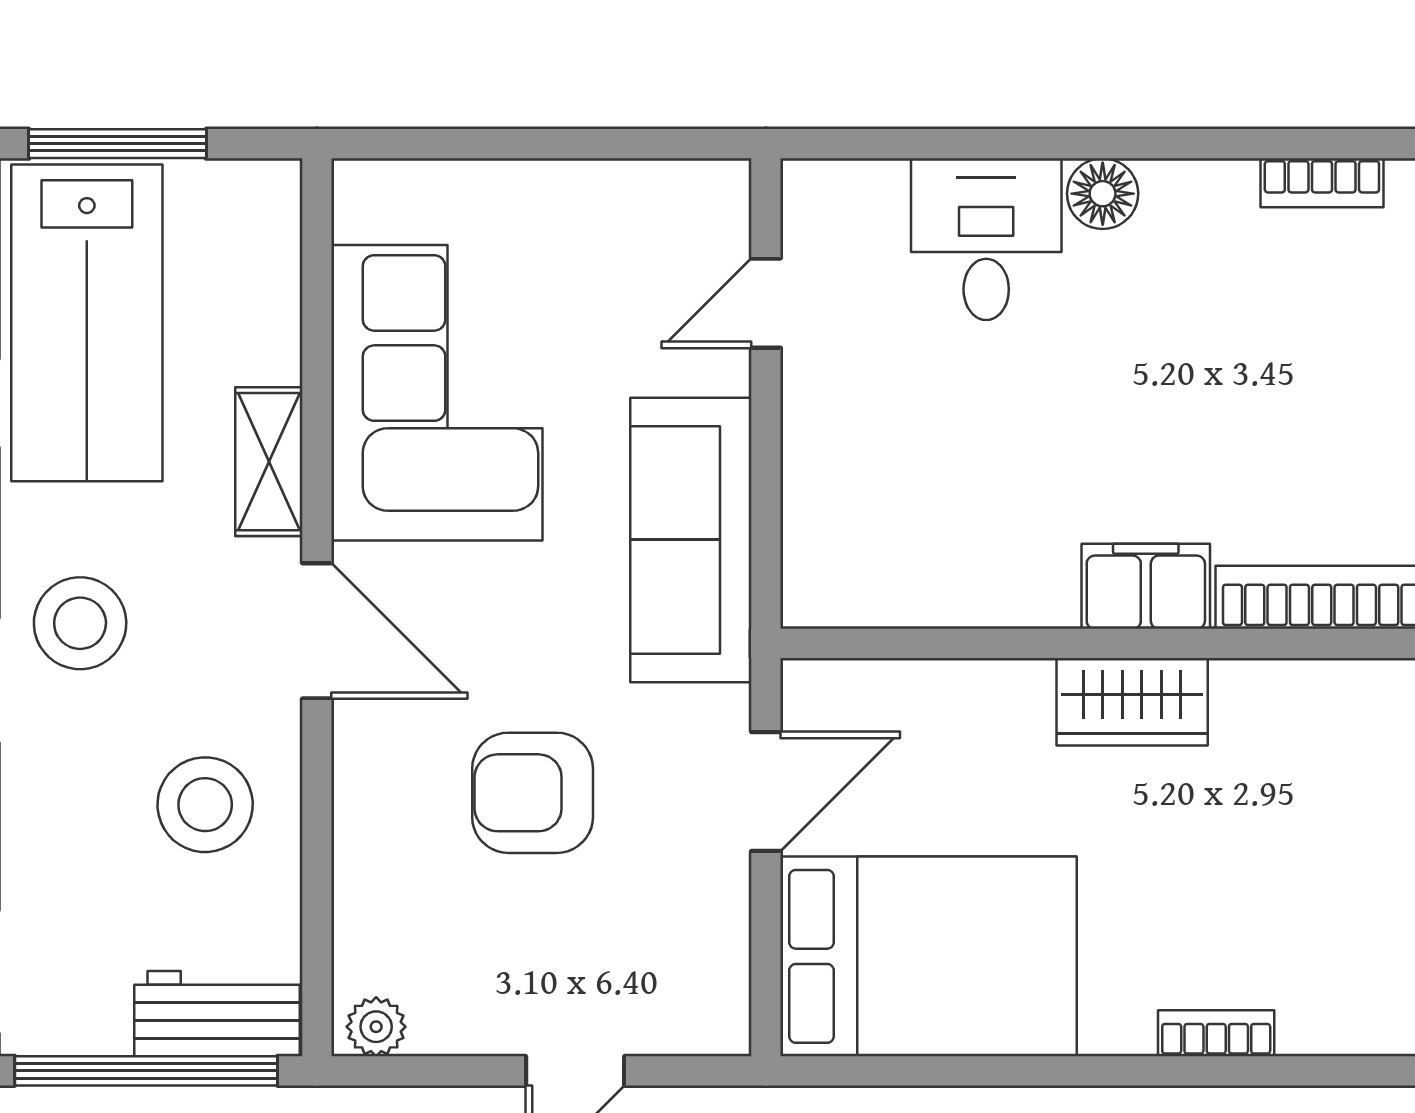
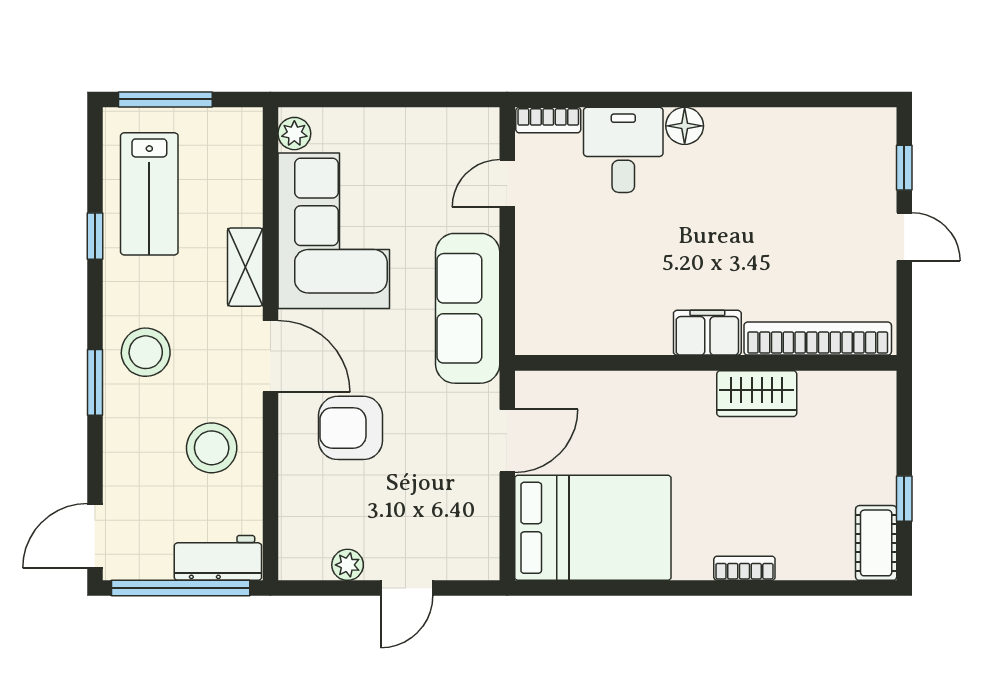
bookcase: (1322, 183) -> (548, 120), moved
plant: (362, 208) -> (294, 134), added
lab bench: (87, 323) -> (149, 194), width x0.73, depth x0.72
wardrobe: (1132, 702) -> (757, 394), moved
armchair: (533, 793) -> (351, 428), moved
plant: (376, 1027) -> (348, 565), moved

